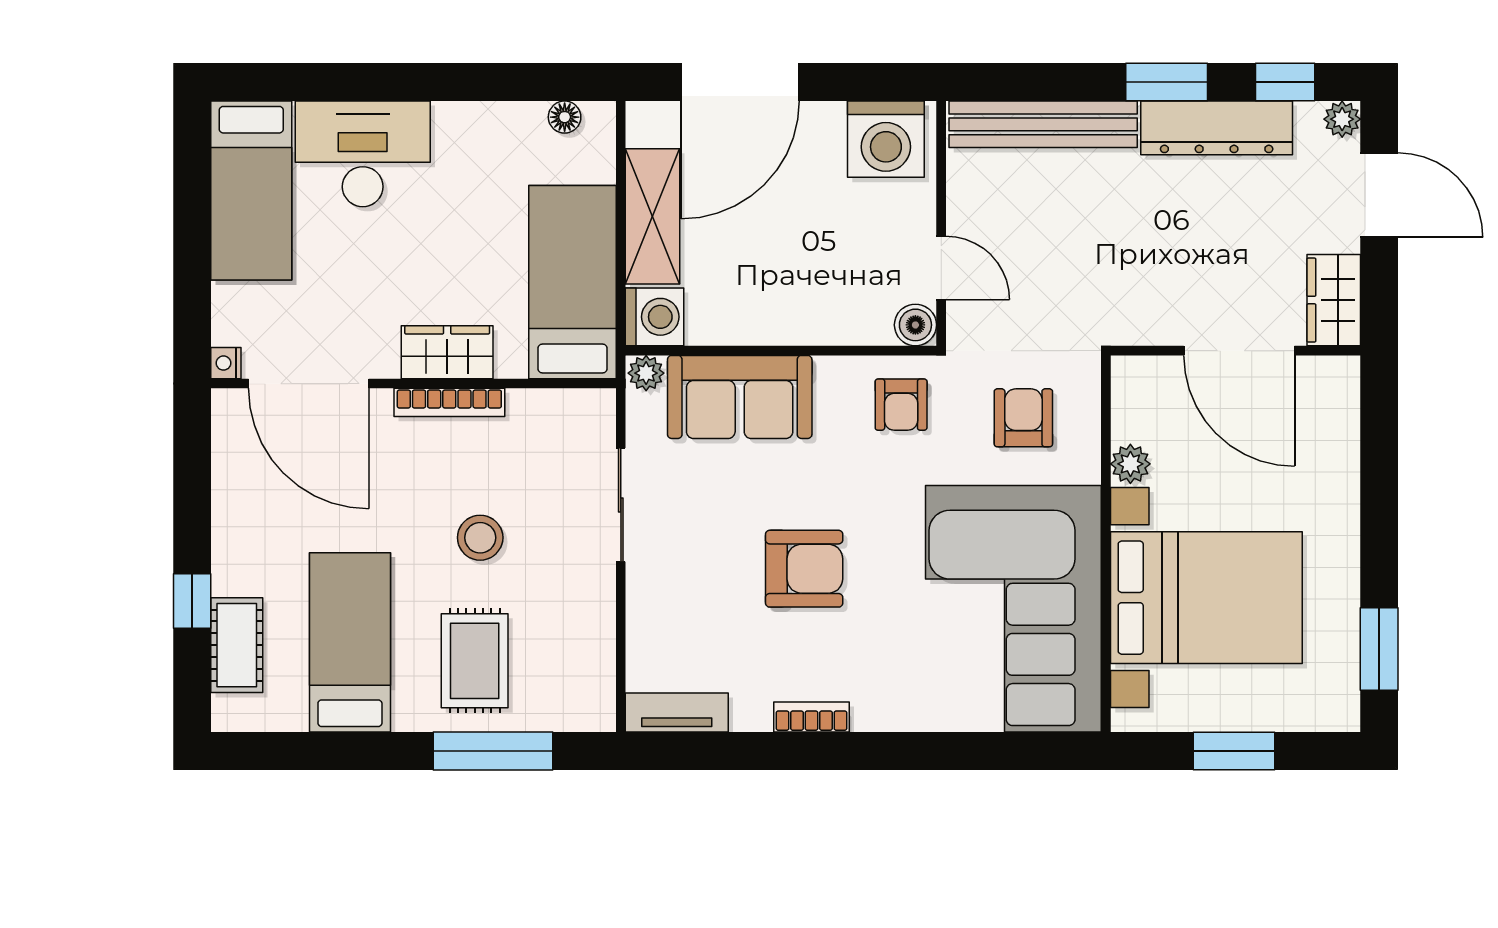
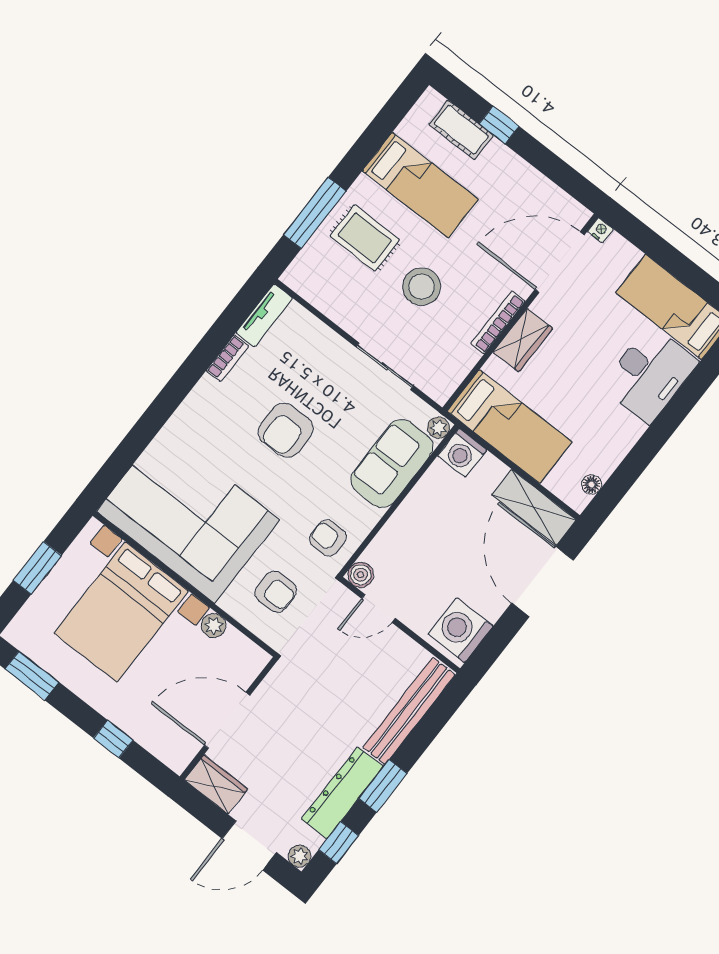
shelving: (653, 216) -> (534, 507), moved
window: (1379, 479) -> (113, 739), added
stool: (480, 538) -> (422, 287), width x1.38, depth x1.38
bookcase: (811, 717) -> (227, 358), moved

